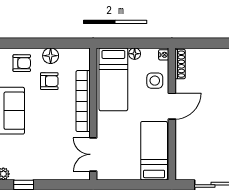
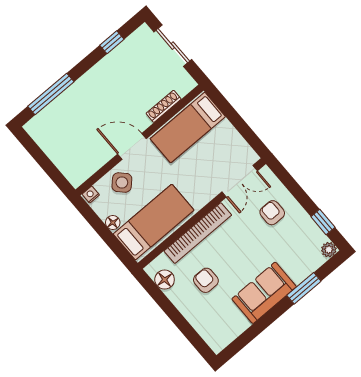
floor lamp: (51, 56) -> (165, 280), moved
armchair: (22, 63) -> (272, 213), moved
shoe rack: (180, 64) -> (164, 106), moved
side table: (155, 81) -> (122, 182), turned 45

